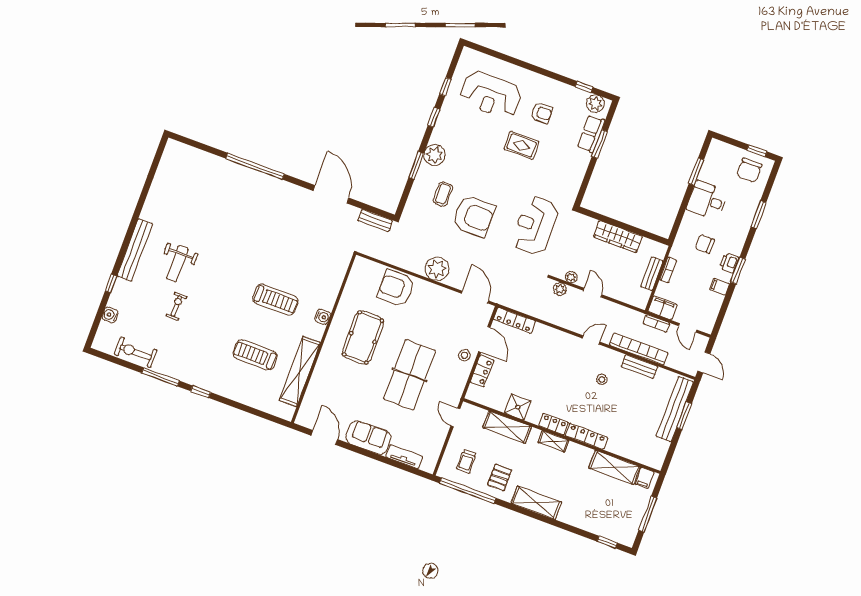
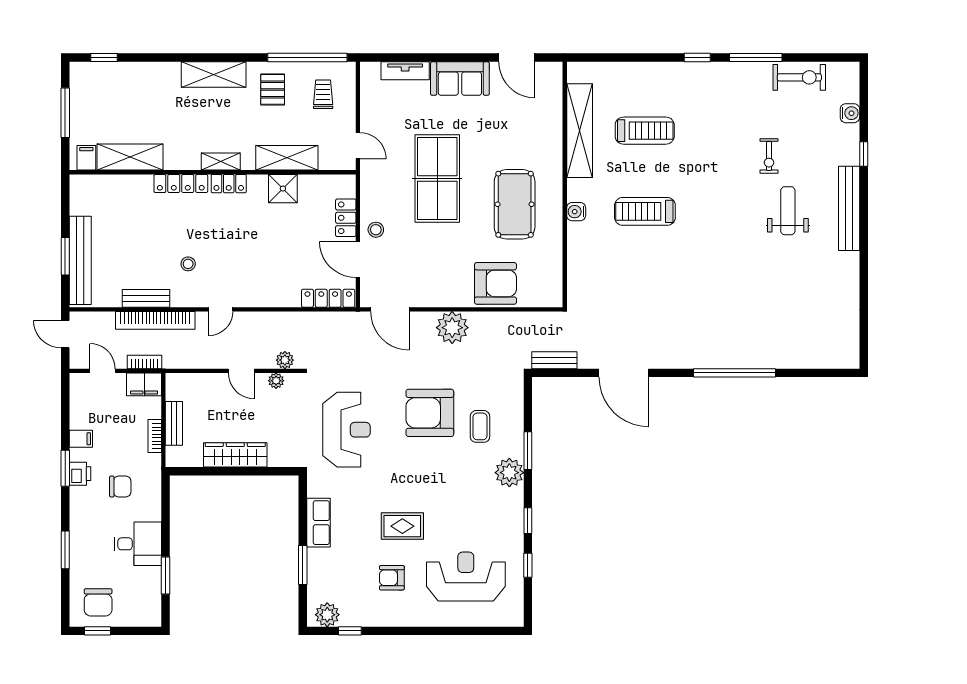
row of seats: (591, 134) -> (318, 523), moved
chair: (749, 170) -> (98, 602), turned 180

